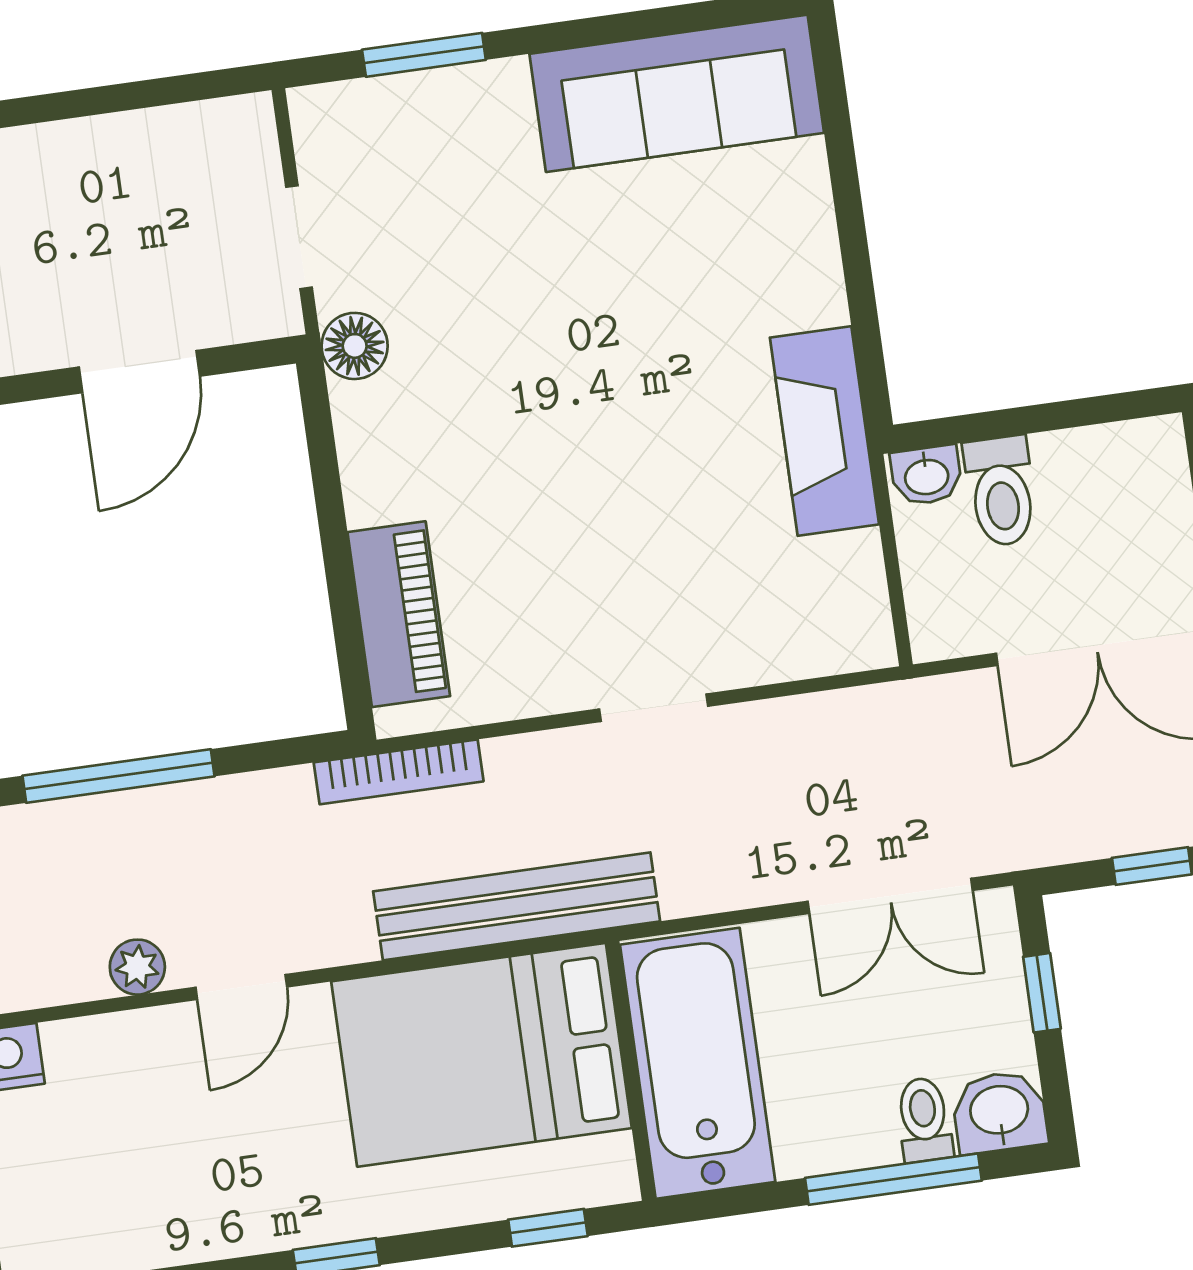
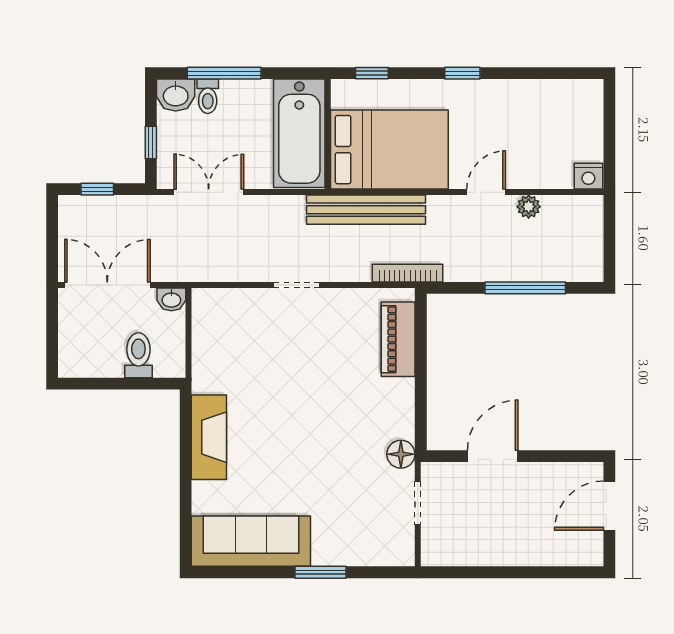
window: (424, 55) -> (321, 572), moved
fireplace: (825, 431) -> (209, 437), moved
washbasin: (926, 475) -> (171, 299), moved, turned 180

